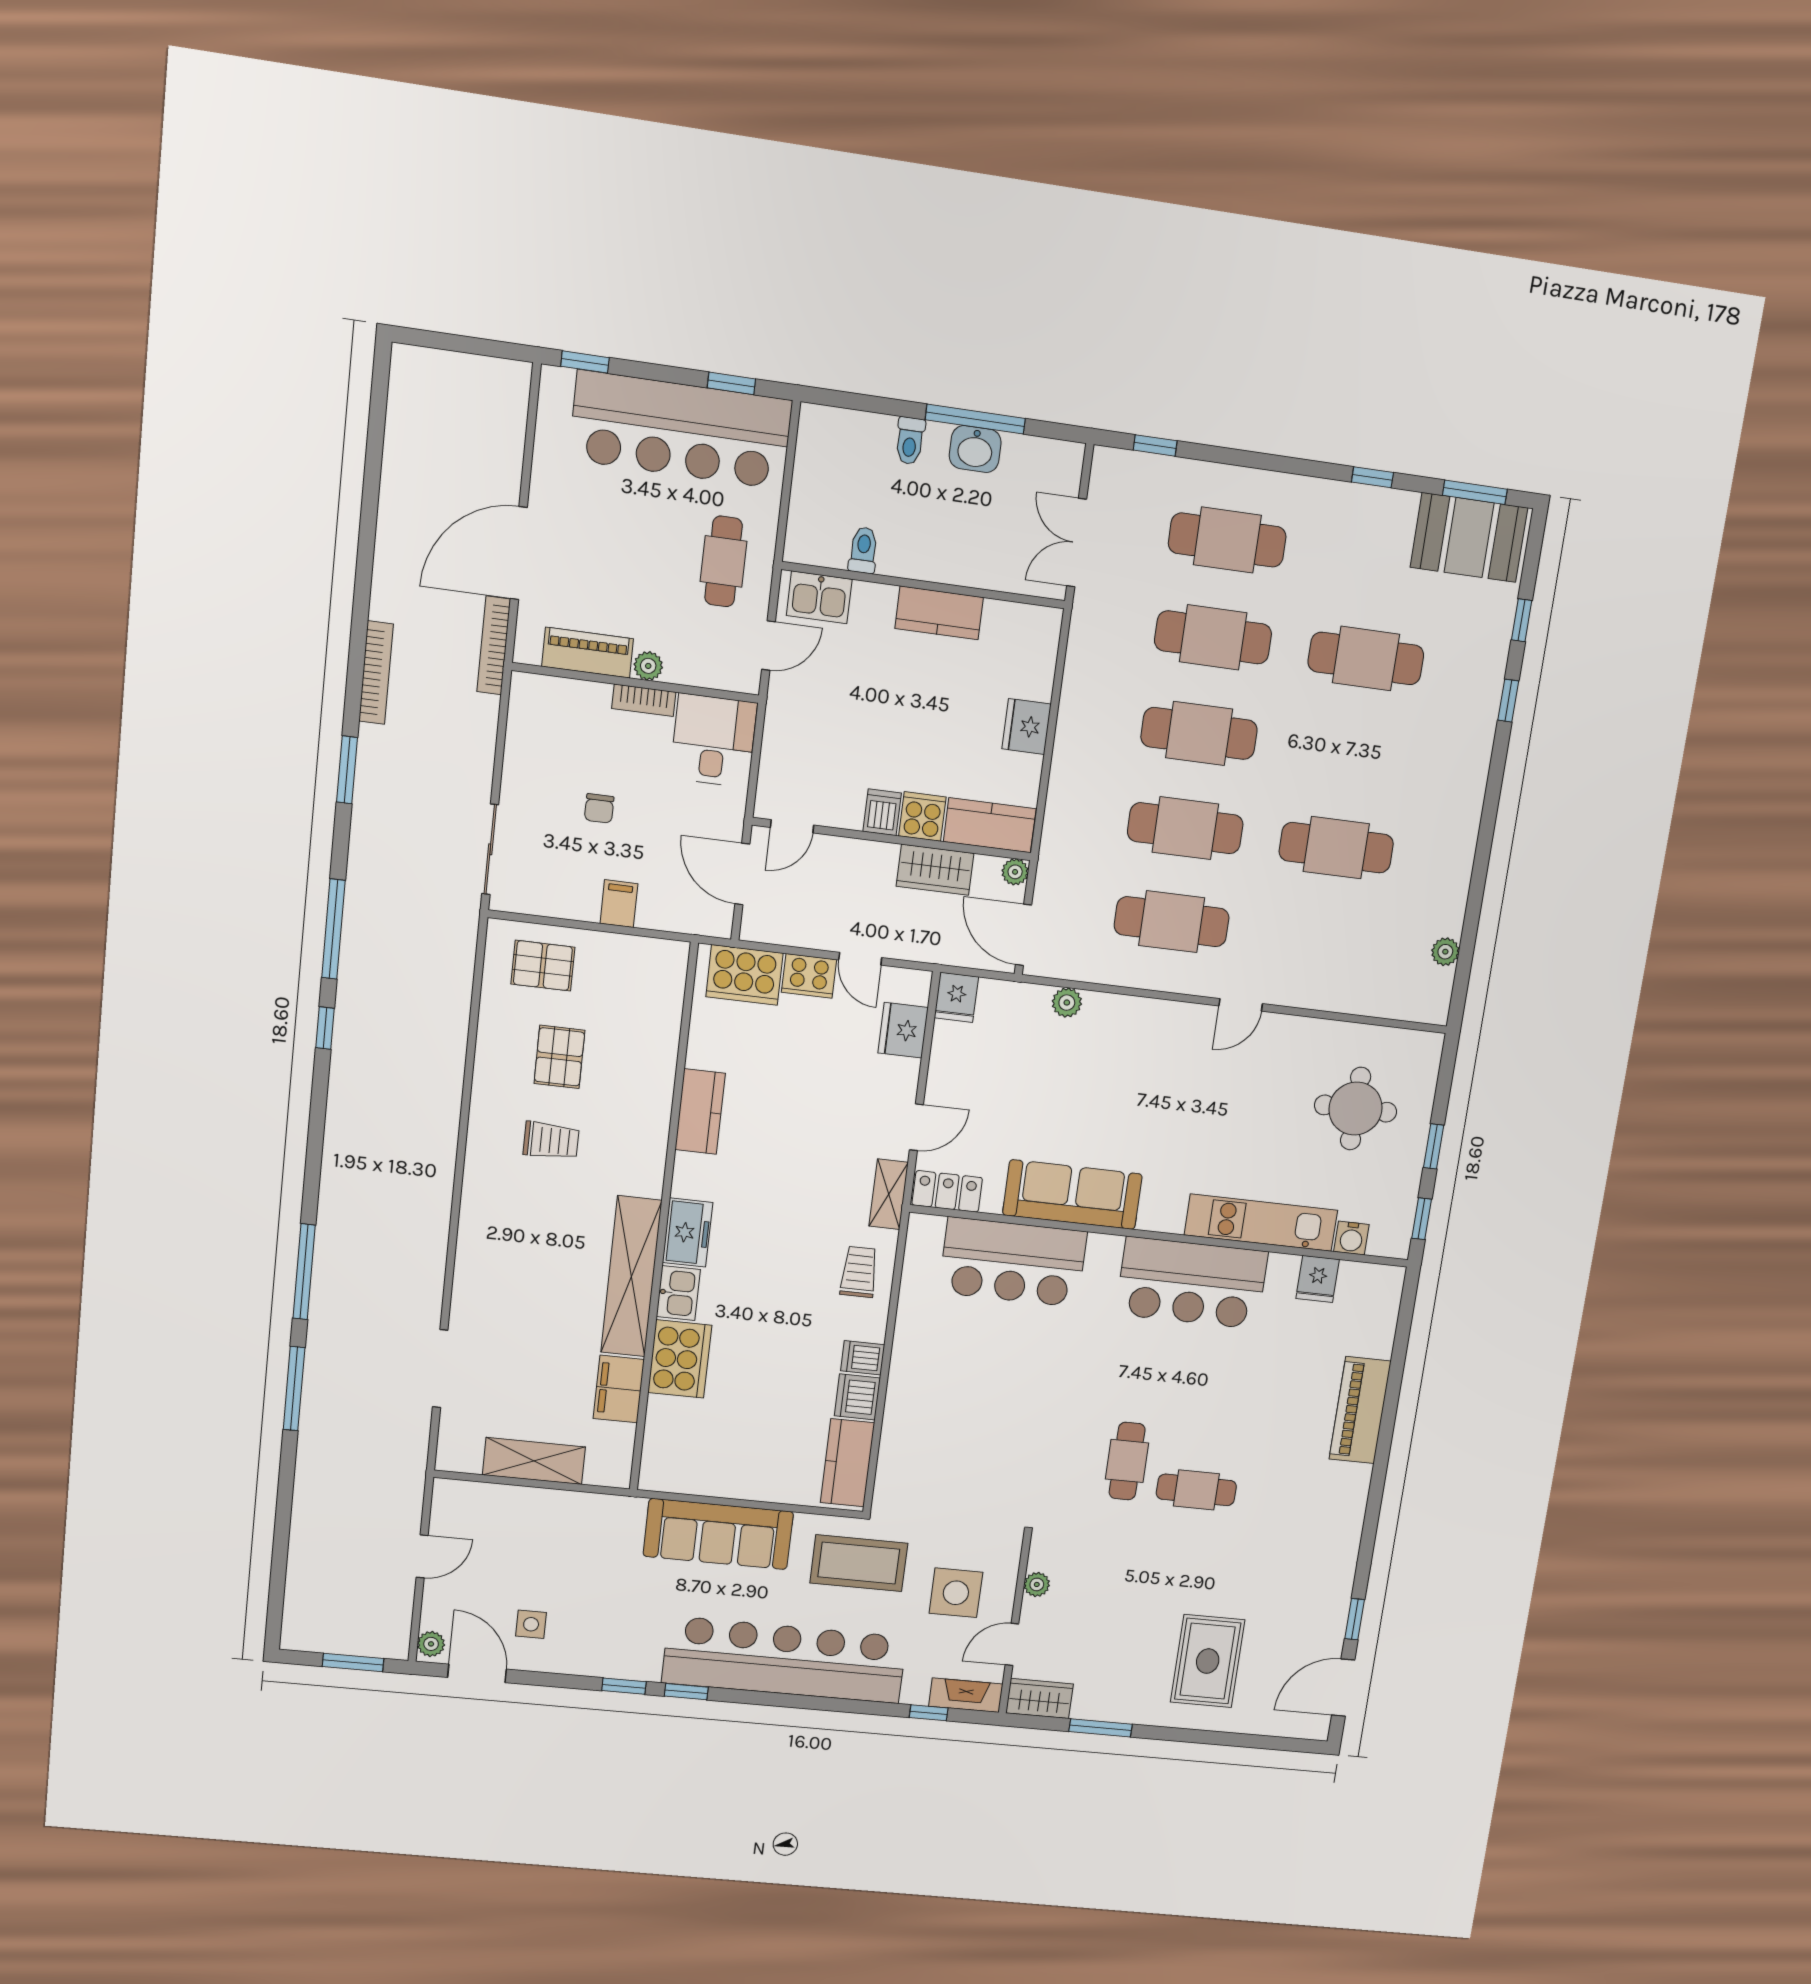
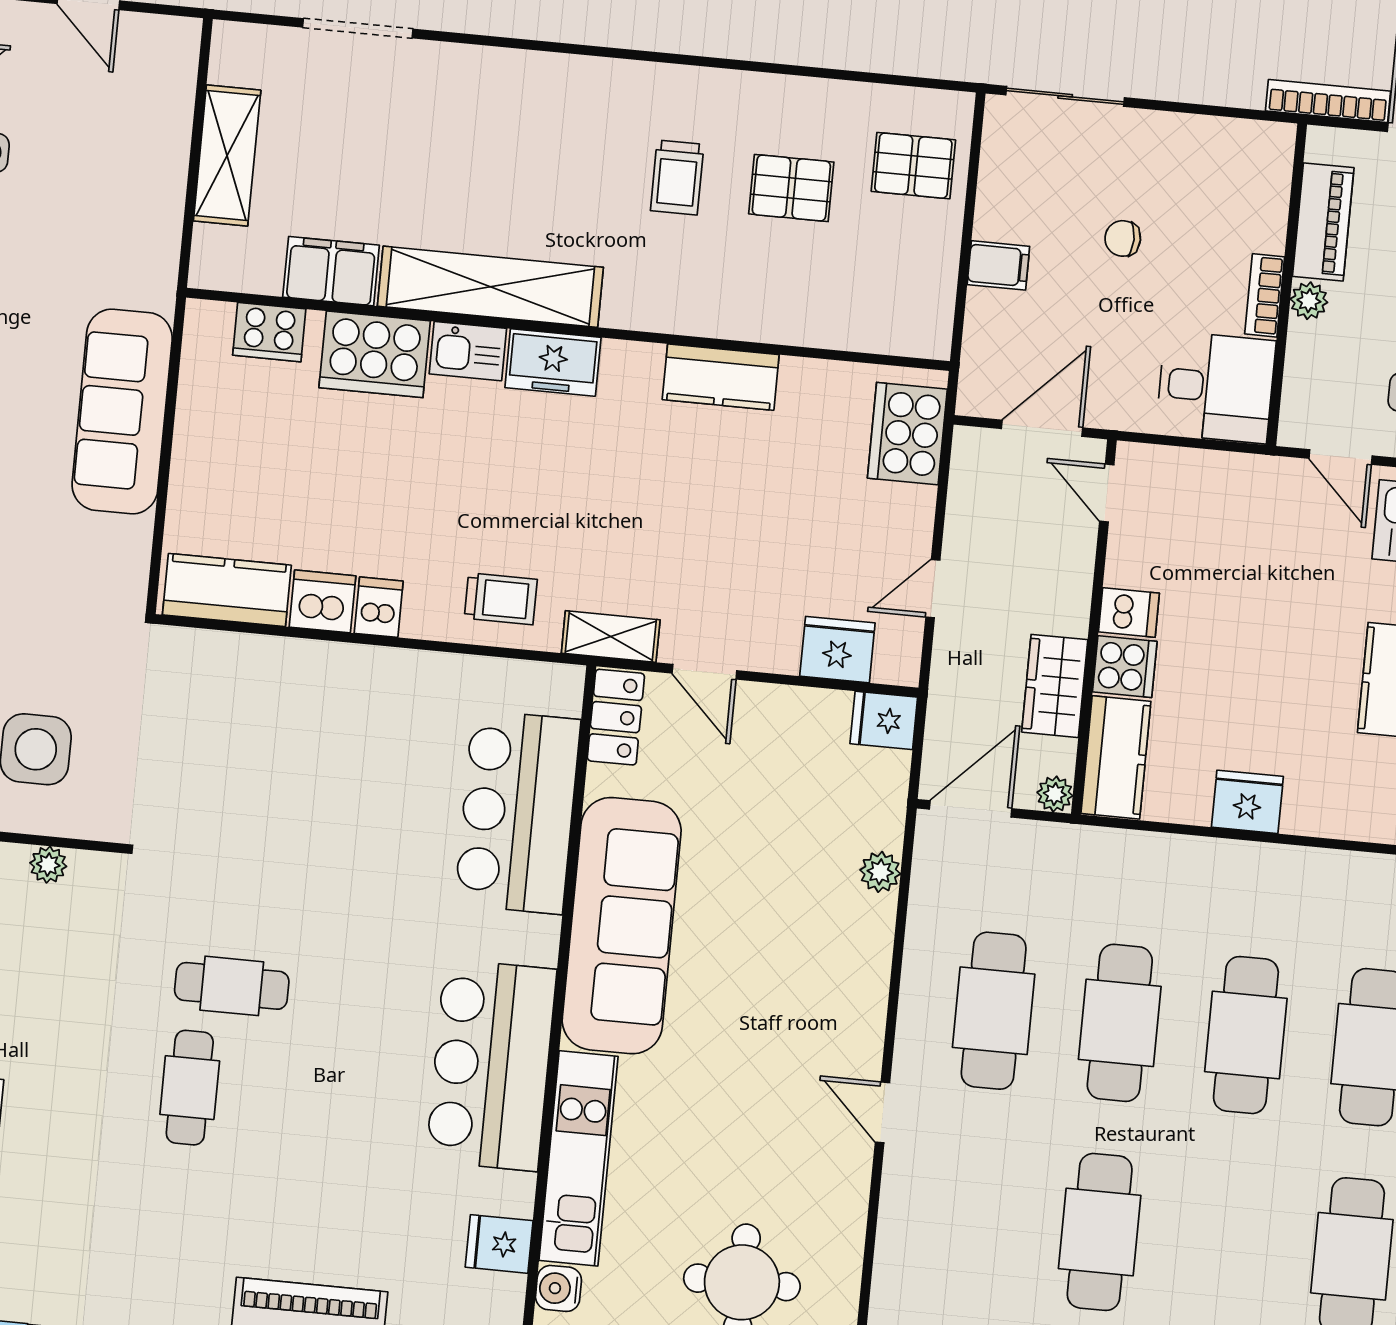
pallet: (543, 966) -> (913, 166), turned 90
cooker: (809, 976) -> (269, 332), moved, turned -90
sofa: (1072, 1195) -> (622, 926), width x1.36, depth x1.27
coffee table: (859, 1563) -> (80, 610), removed

